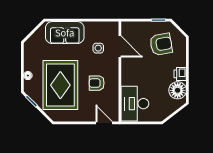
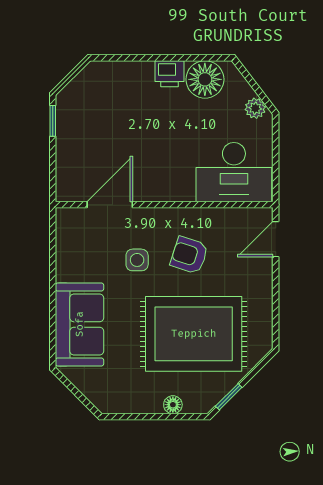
armchair: (161, 44) -> (105, 115), removed
side table: (98, 48) -> (137, 260), moved
armchair: (97, 83) -> (189, 255), turned 108
plant: (164, 113) -> (255, 108), added

